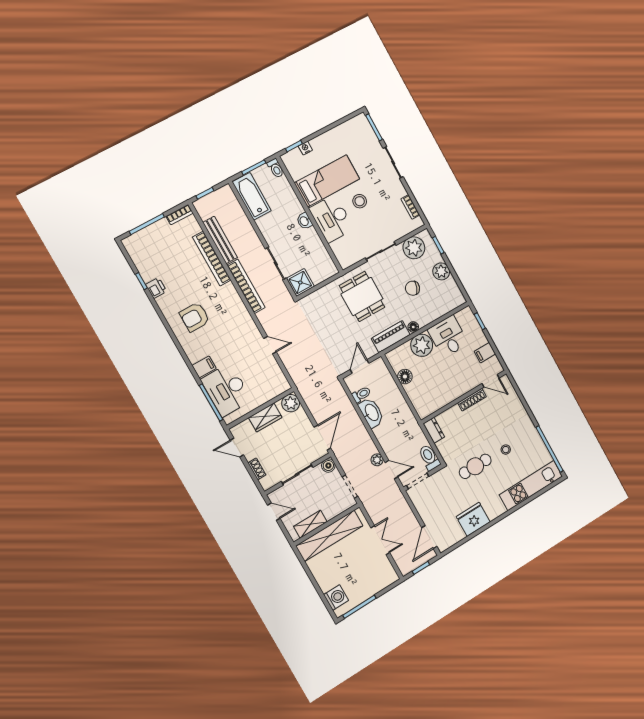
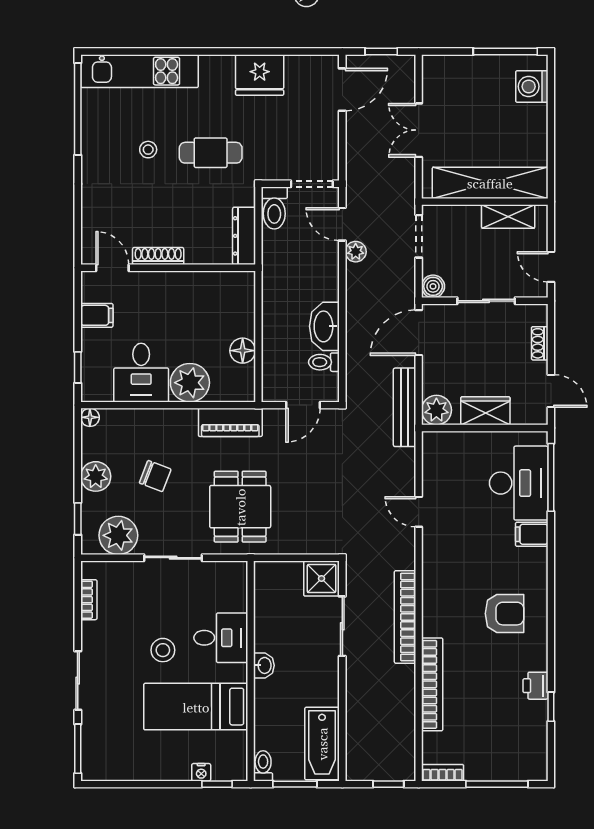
desk: (332, 219) -> (221, 638), width x0.73
bench: (220, 240) -> (405, 407), moved
floor lamp: (413, 327) -> (90, 417), moved
dresser: (434, 430) -> (244, 236), width x1.44

